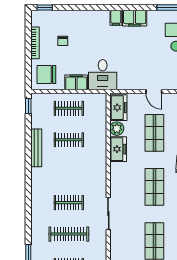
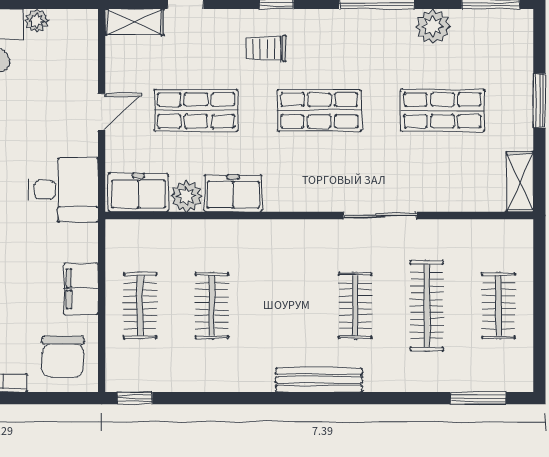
desk: (103, 75) -> (63, 190), moved
bench: (36, 148) -> (319, 380), moved

